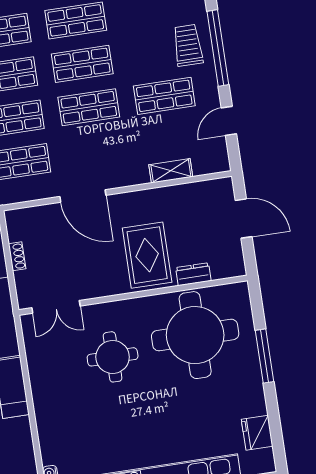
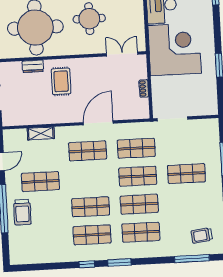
shop shelf: (89, 107) -> (88, 151), moved
door: (83, 196) -> (98, 123), hinge flipped
rug: (147, 255) -> (61, 81), width x0.73, depth x0.70

